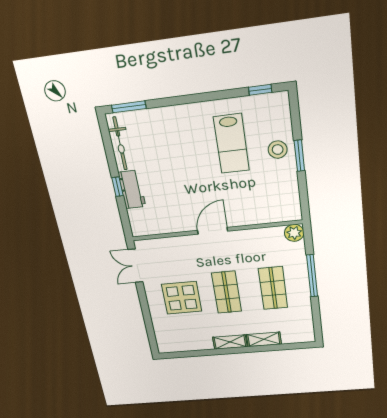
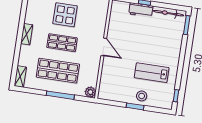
shop shelf: (273, 288) -> (58, 71), width x1.43, depth x1.36
shelving: (264, 339) -> (20, 77), moved

